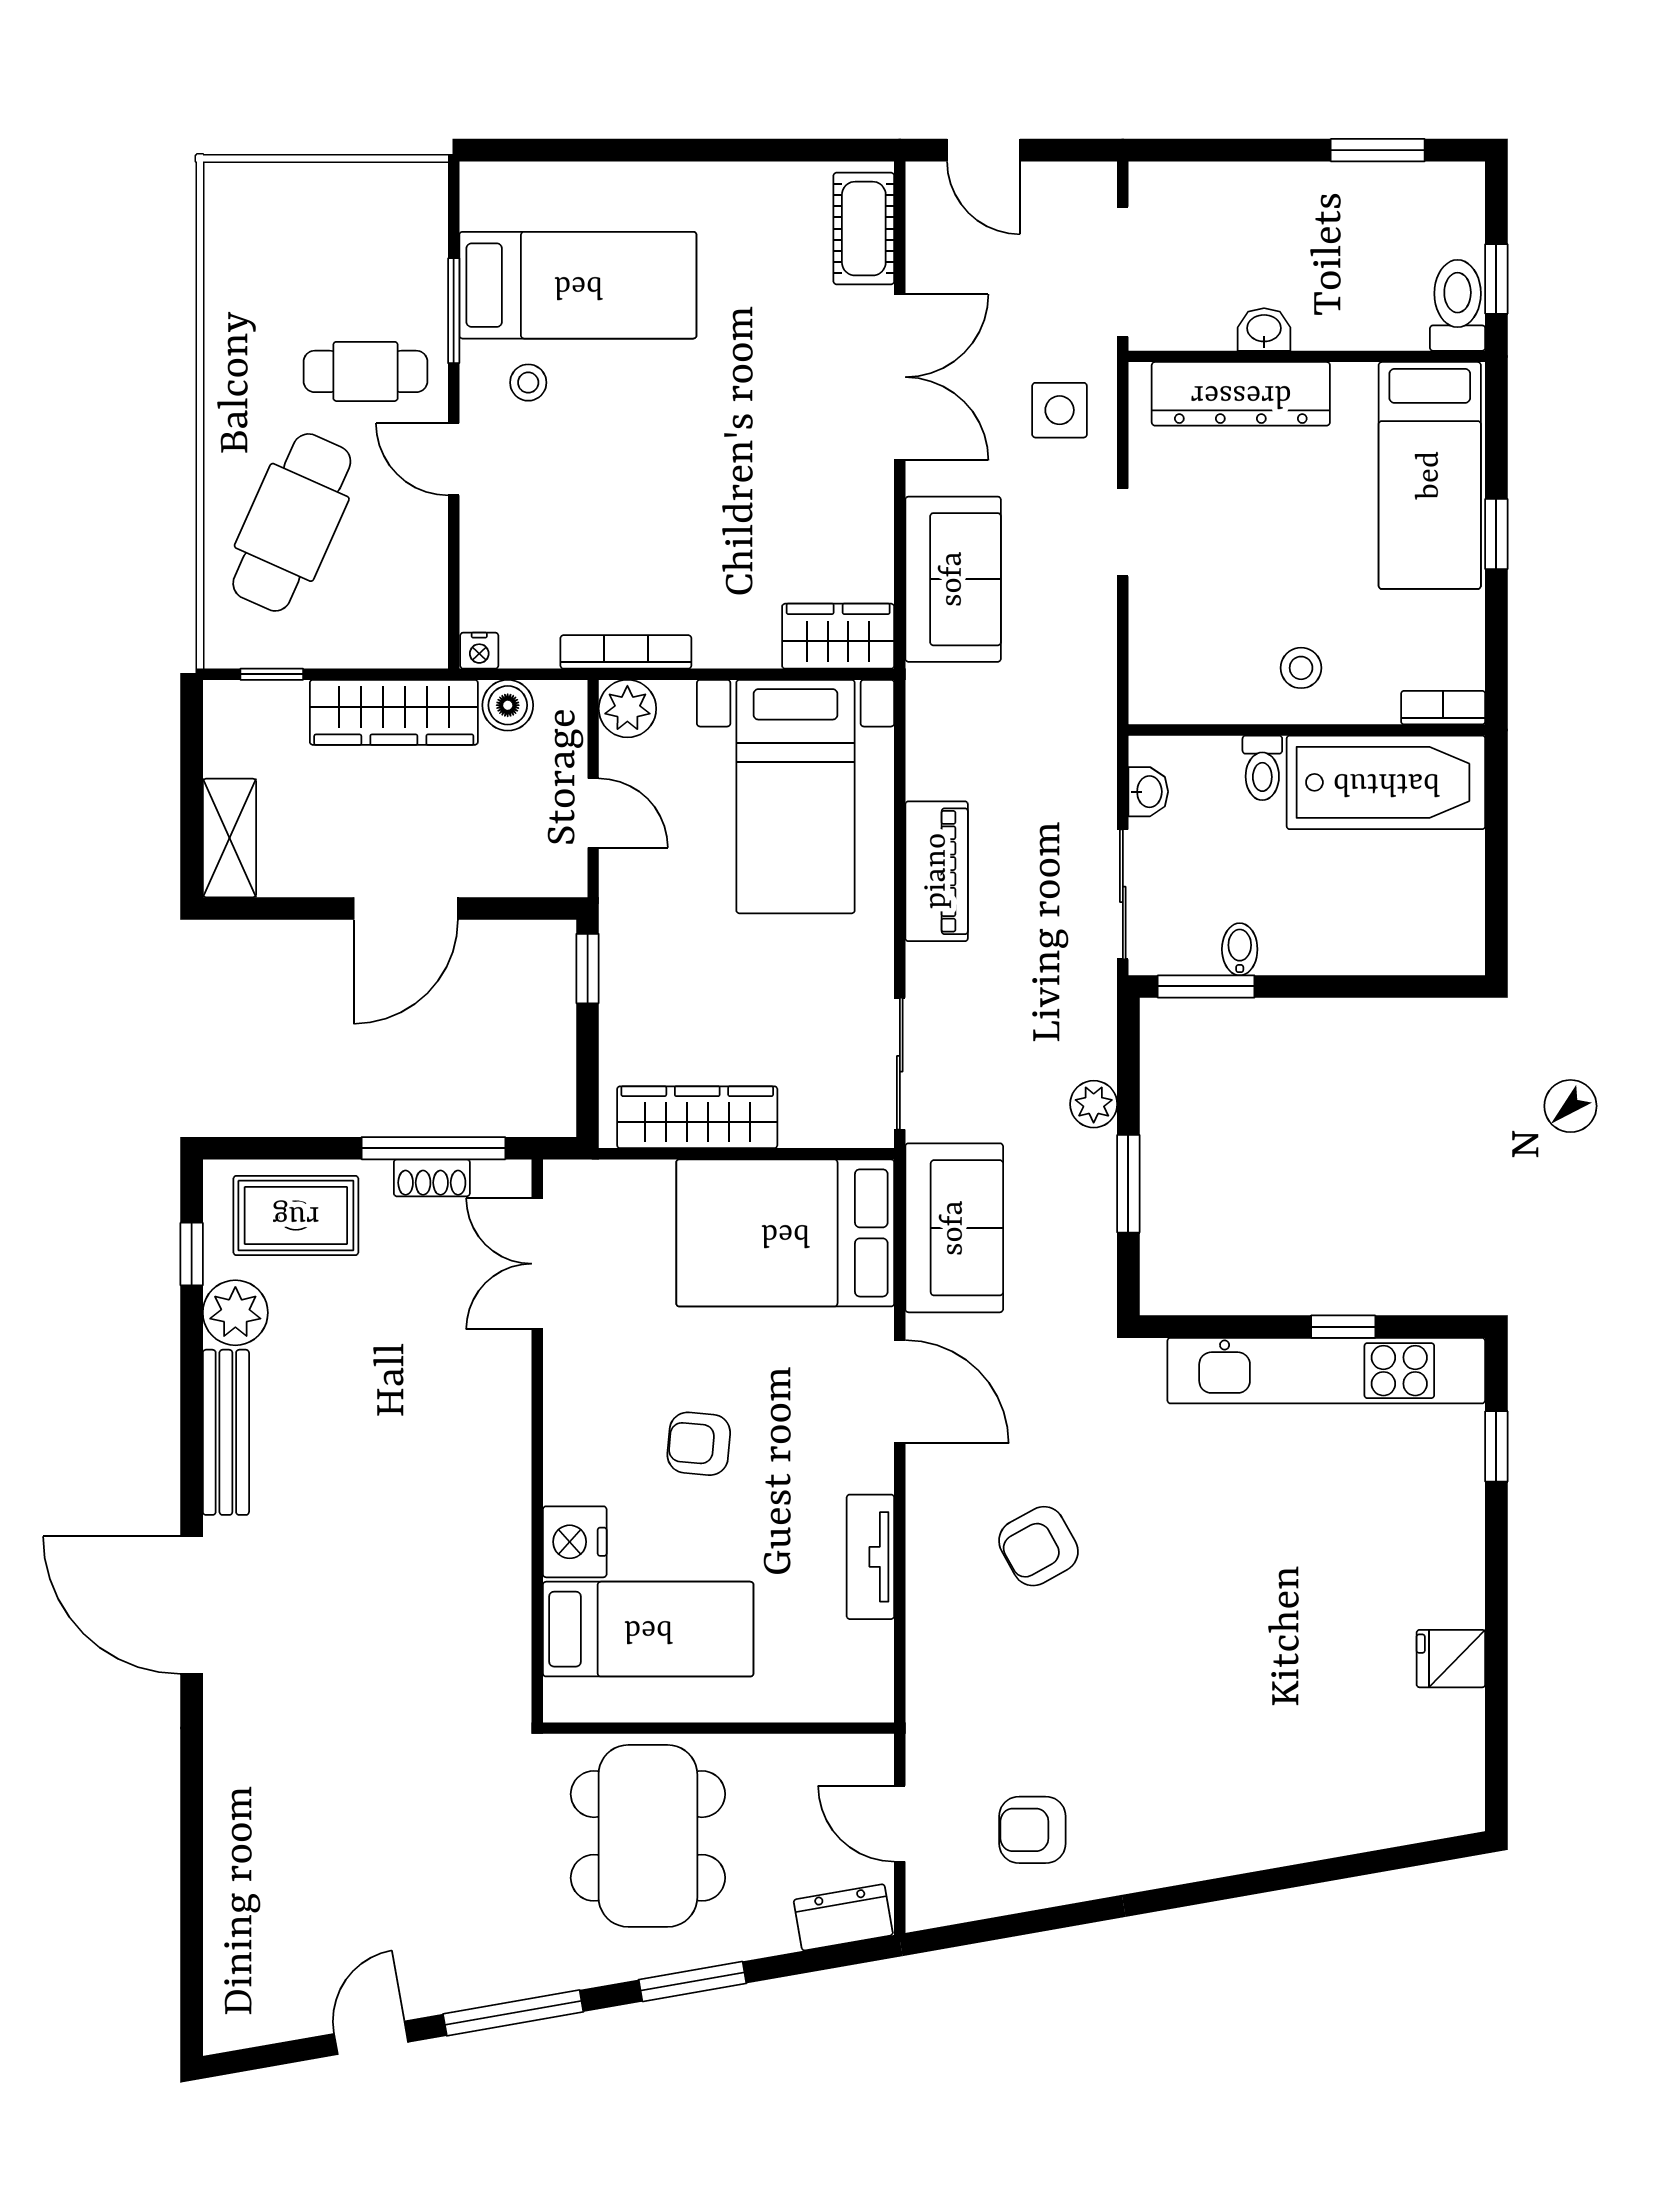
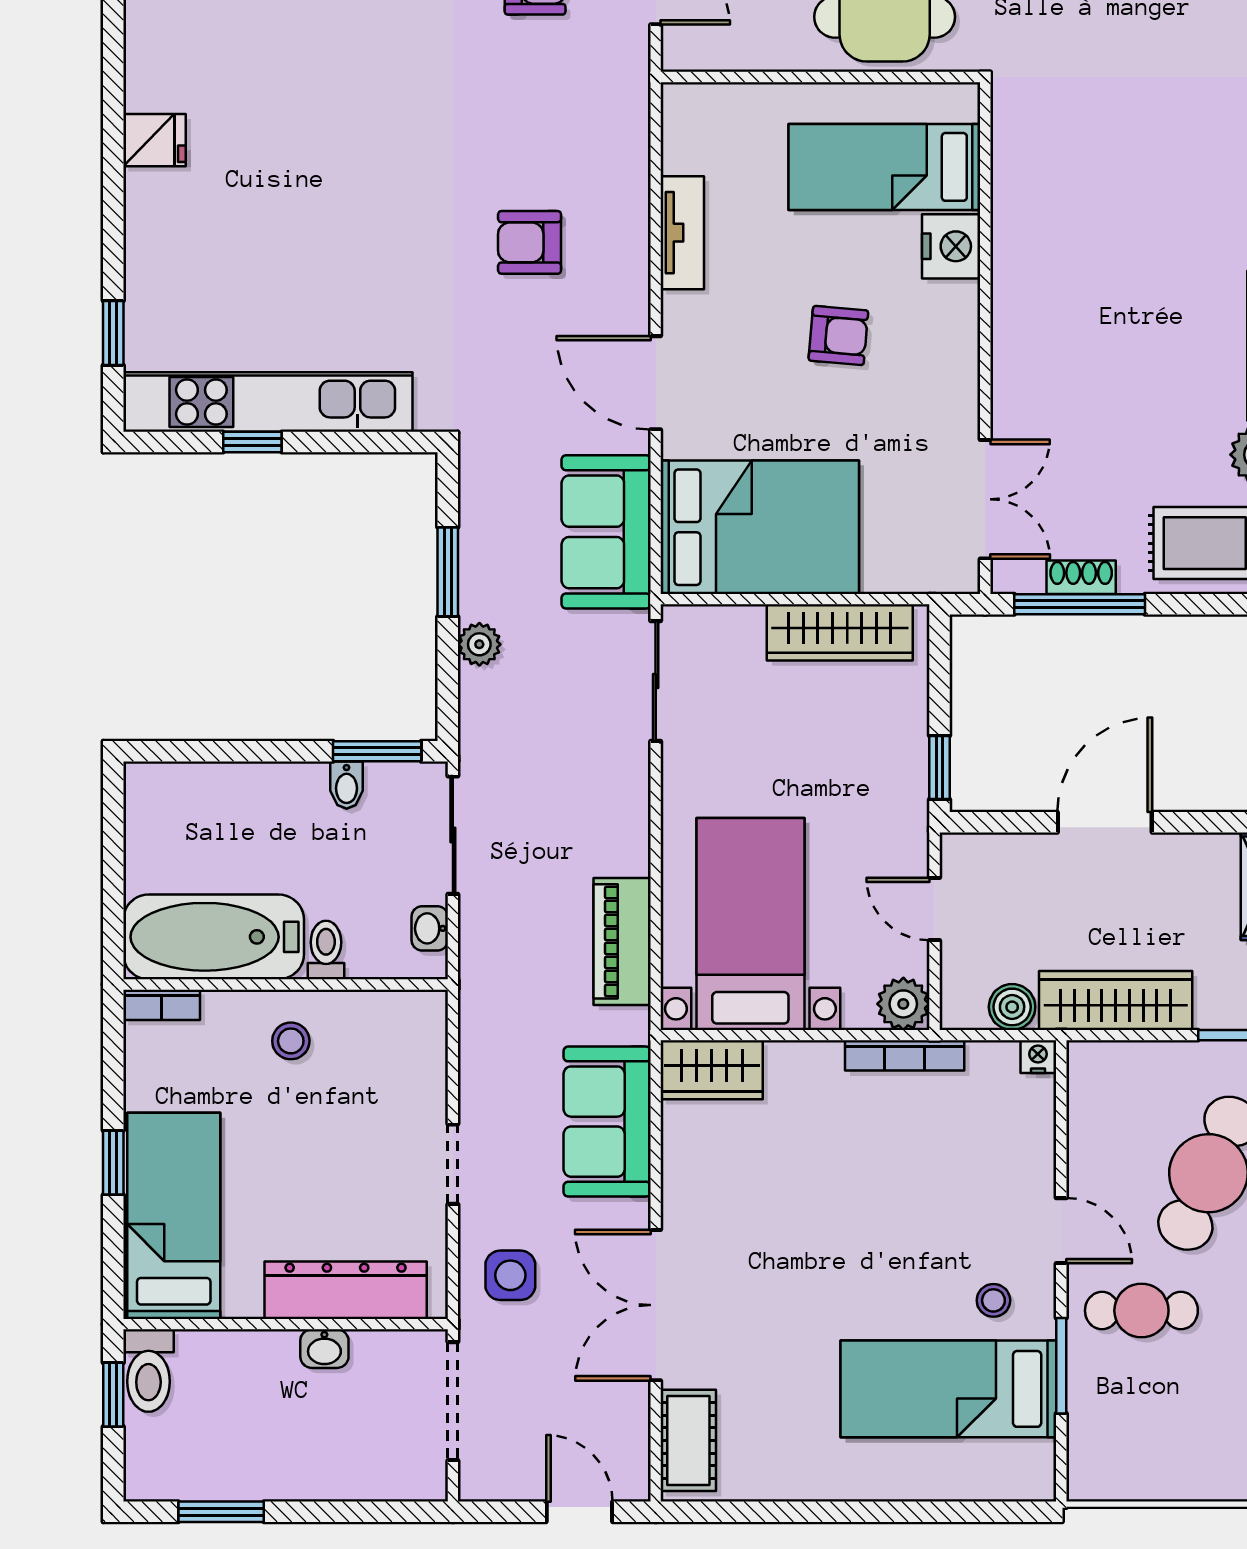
piano: (937, 871) -> (622, 941), moved
armchair: (1038, 1546) -> (530, 242), turned -151

